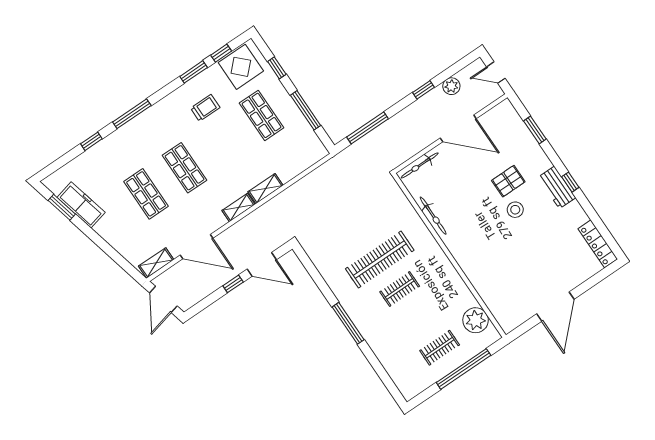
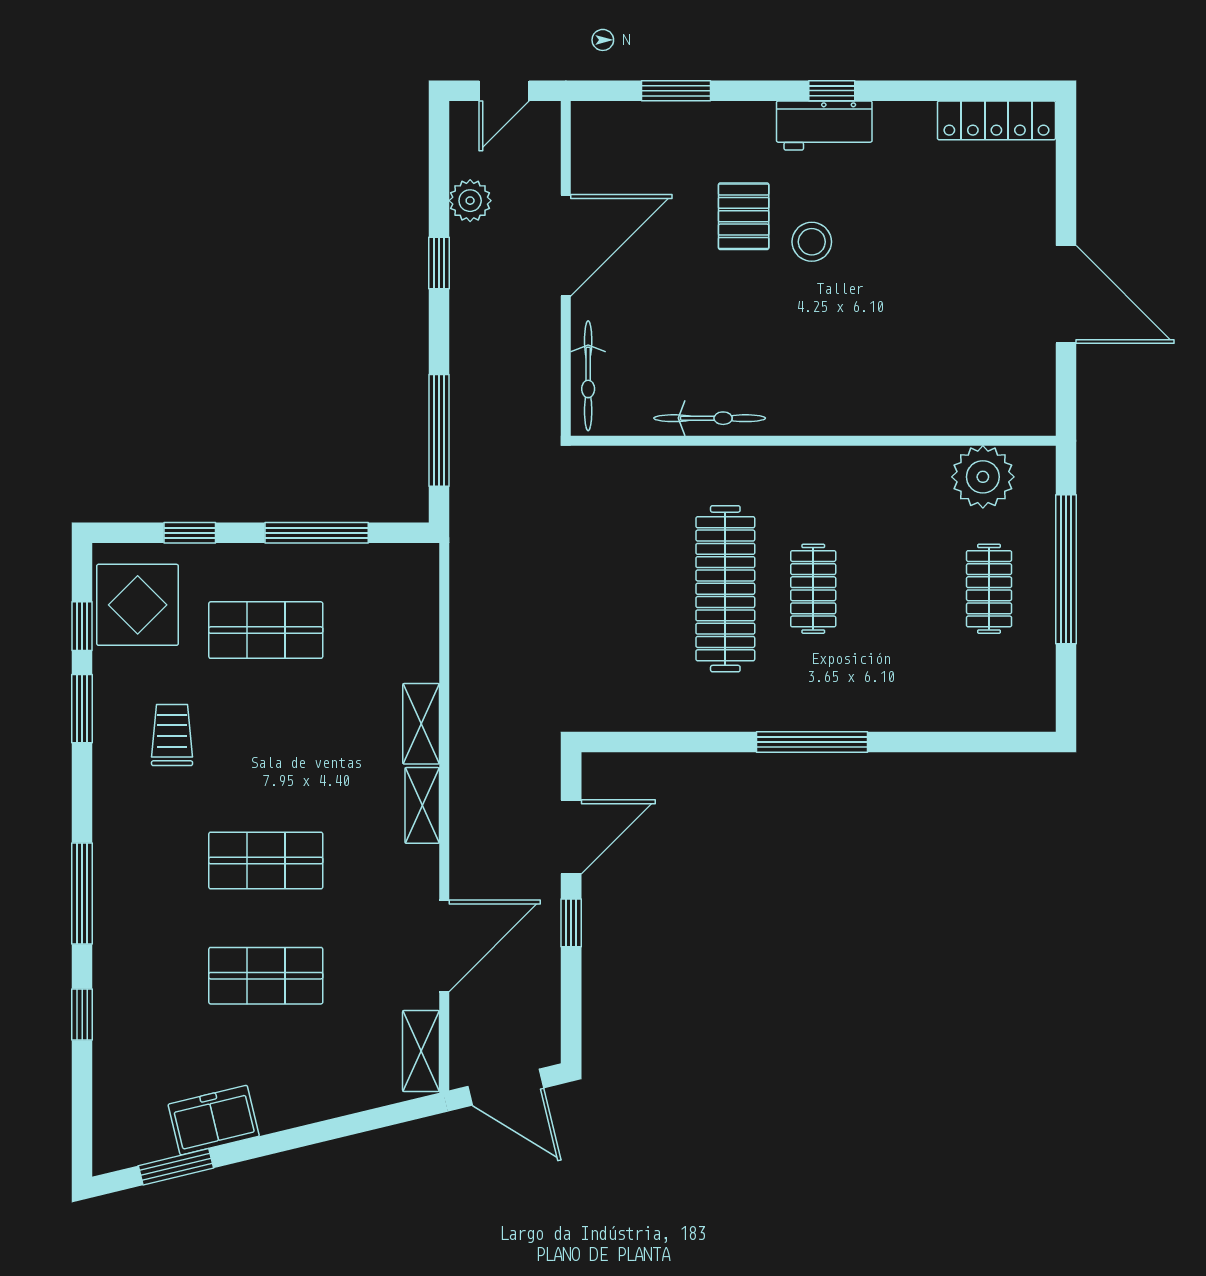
freezer: (81, 205) -> (214, 1120), width x0.71

